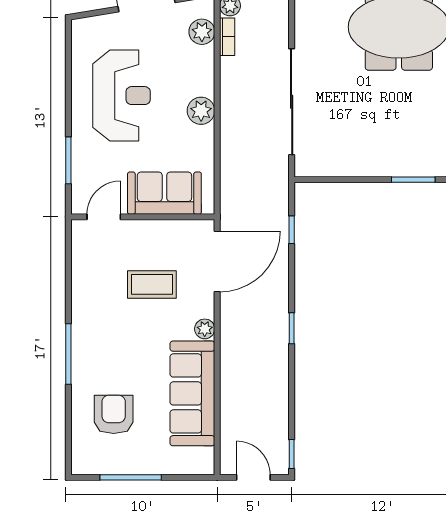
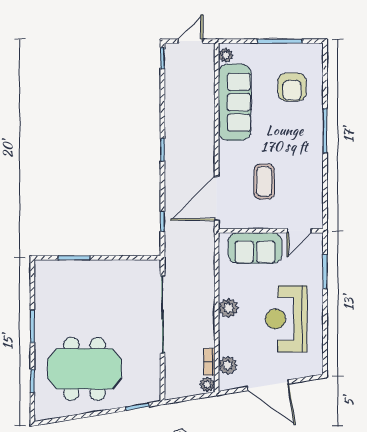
coffee table: (152, 284) -> (264, 182), turned 90
plant: (205, 329) -> (226, 55), moved
door: (253, 477) -> (190, 41), swing flipped

